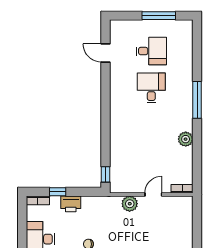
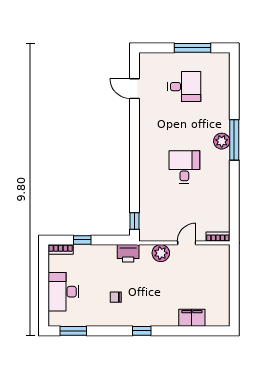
desk: (151, 88) -> (184, 167), moved
plant: (186, 139) -> (222, 141), moved
printer: (71, 204) -> (128, 253), moved

